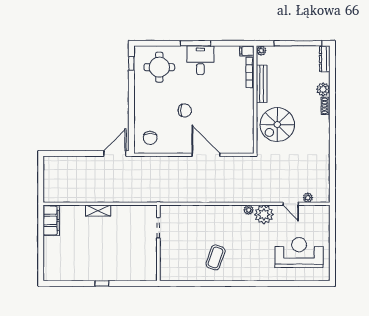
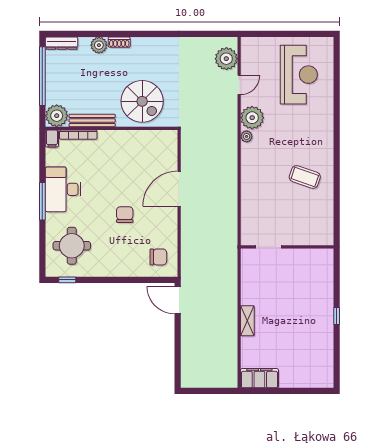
plant: (261, 51) -> (57, 116), width x1.87, depth x1.87
desk: (200, 60) -> (63, 189), width x1.37
plant: (308, 198) -> (226, 59), width x1.88, depth x1.88
reception desk: (299, 253) -> (299, 75), turned 180

